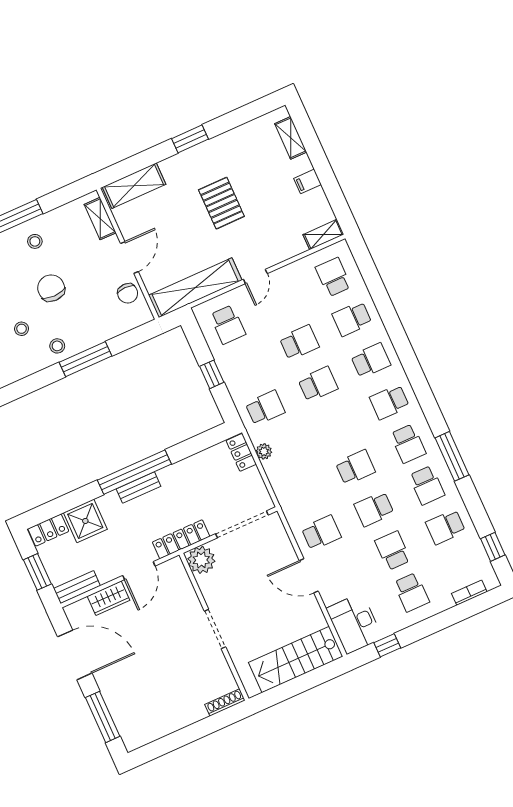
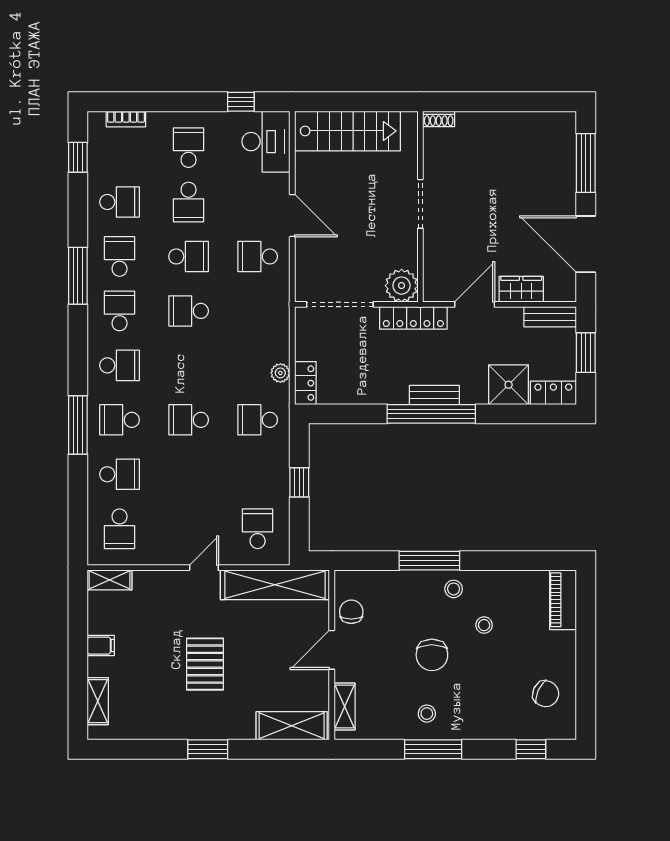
school desk: (299, 342) -> (189, 474), removed
window: (401, 342) -> (78, 425), added
shoe rack: (225, 703) -> (439, 119), width x0.70

